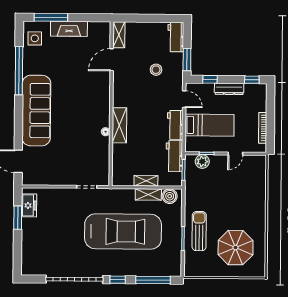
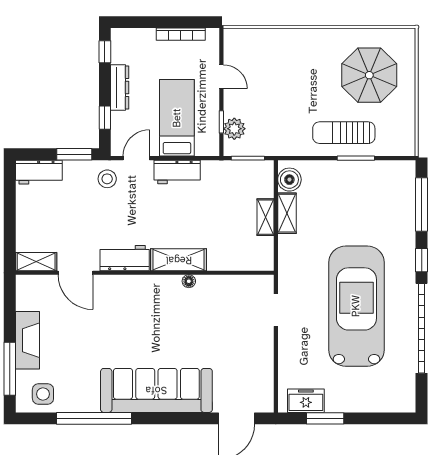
stool: (156, 70) -> (107, 179), moved
workbench: (174, 156) -> (125, 258), moved, turned 180
car: (123, 231) -> (356, 306), moved

